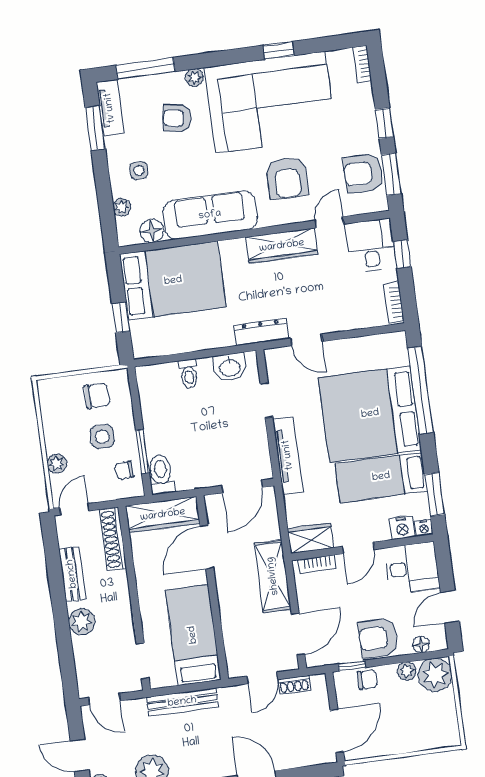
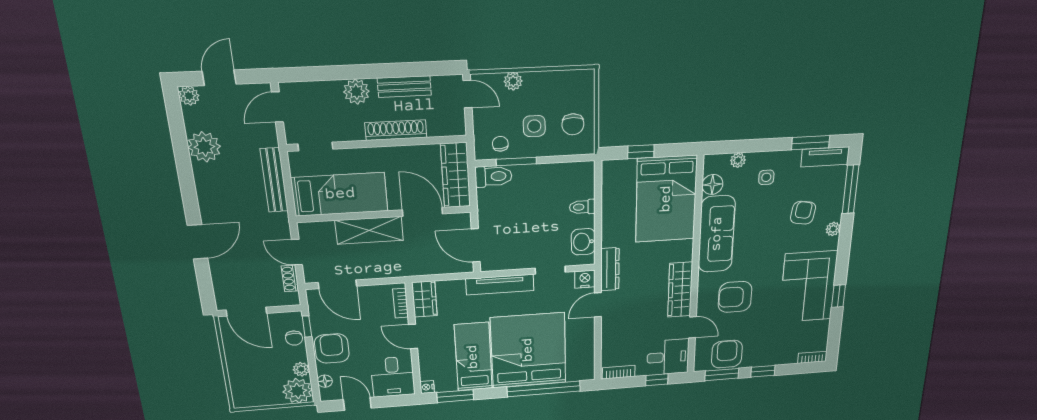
corner sofa: (270, 102) -> (808, 287), width x0.73, depth x0.74
nightstand: (402, 528) -> (585, 279), moved, turned 90
shoe rack: (113, 539) -> (396, 130), moved
shelving: (273, 576) -> (369, 230), moved

